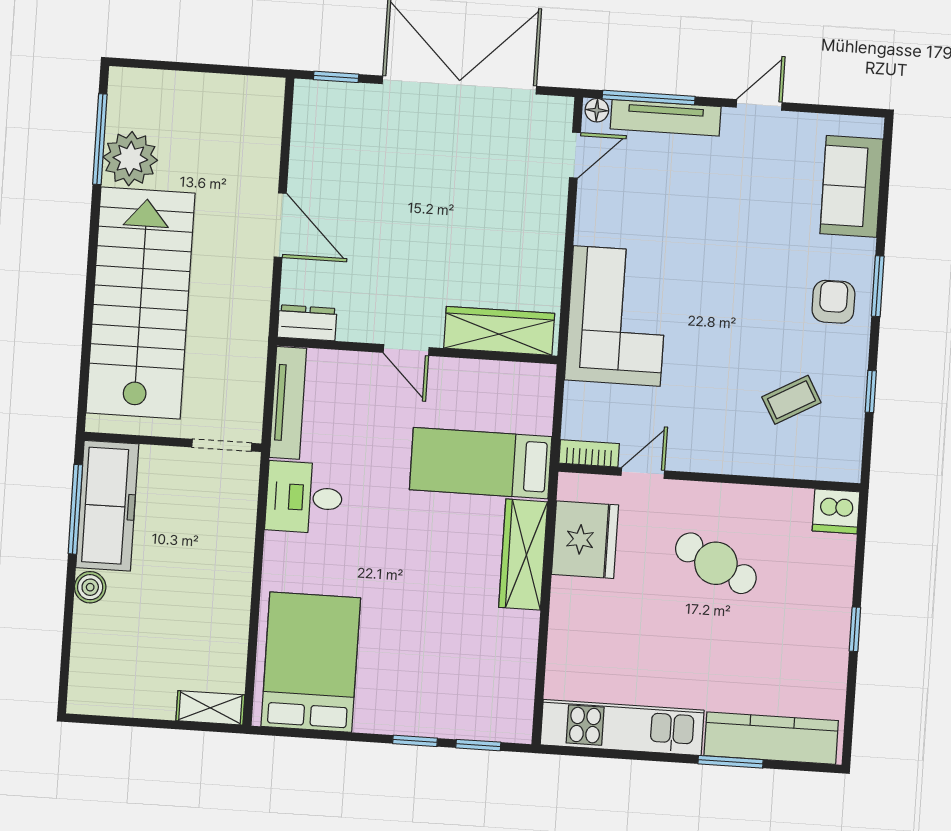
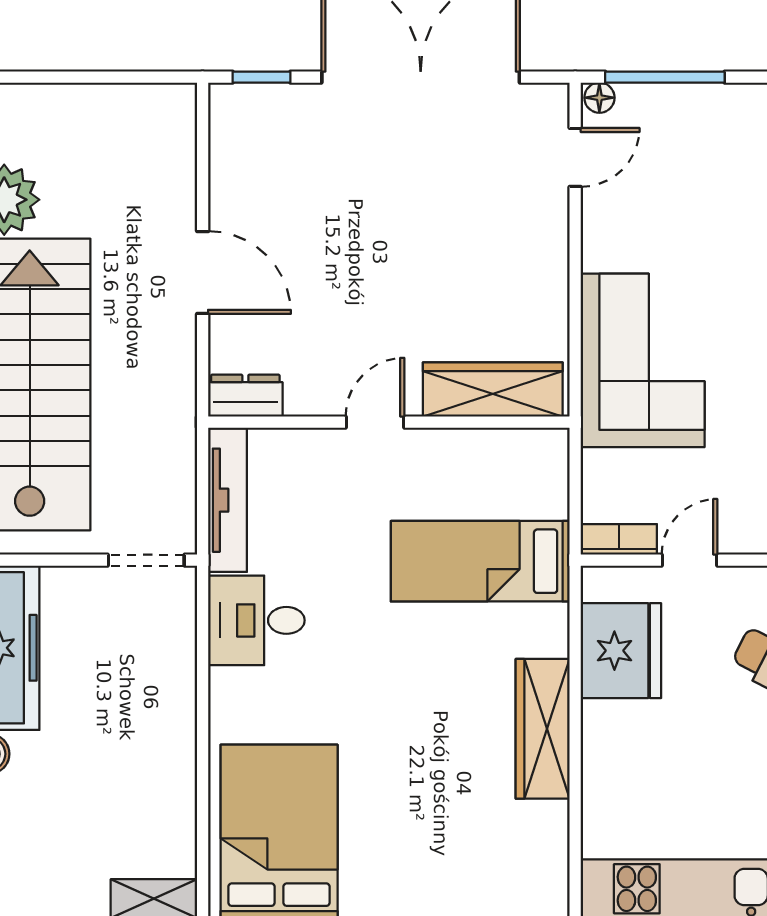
tv unit: (666, 118) -> (689, 102), removed
door: (406, 350) -> (375, 422), swing flipped
wardrobe: (523, 555) -> (543, 729), moved

